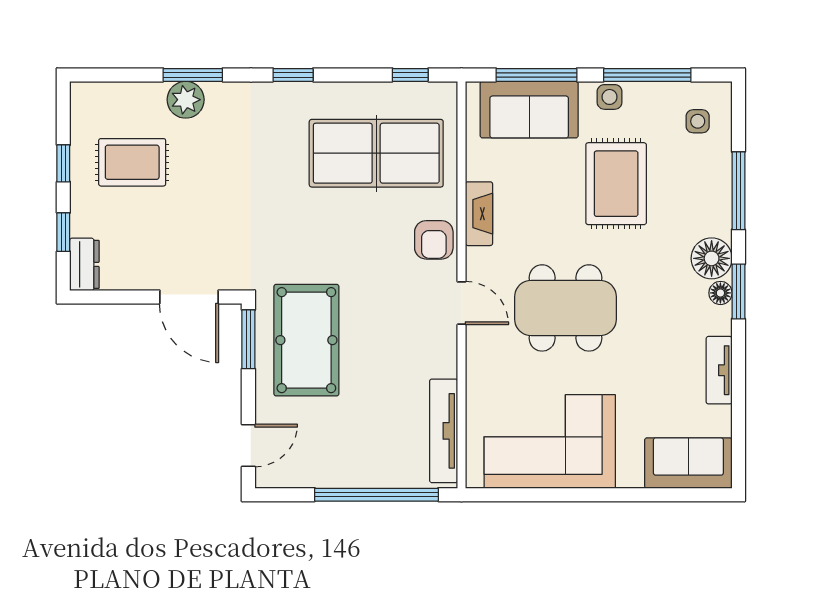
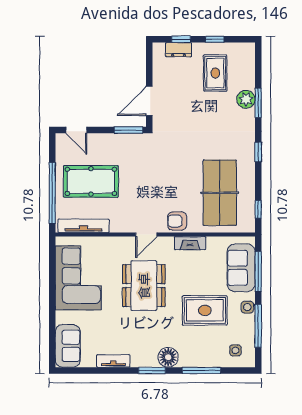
dresser: (84, 264) -> (178, 50), moved
floor lamp: (720, 293) -> (151, 362), removed
pool table: (306, 340) -> (91, 181), moved

